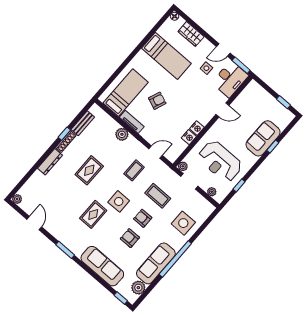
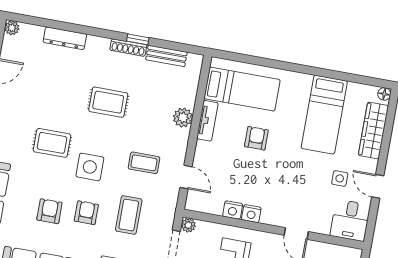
wardrobe: (191, 34) -> (373, 130), width x1.50
window: (241, 65) -> (371, 223), removed
desk: (230, 79) -> (350, 220), width x0.73
armchair: (157, 101) -> (256, 138), turned -112
dresser: (50, 162) -> (65, 38), moved

